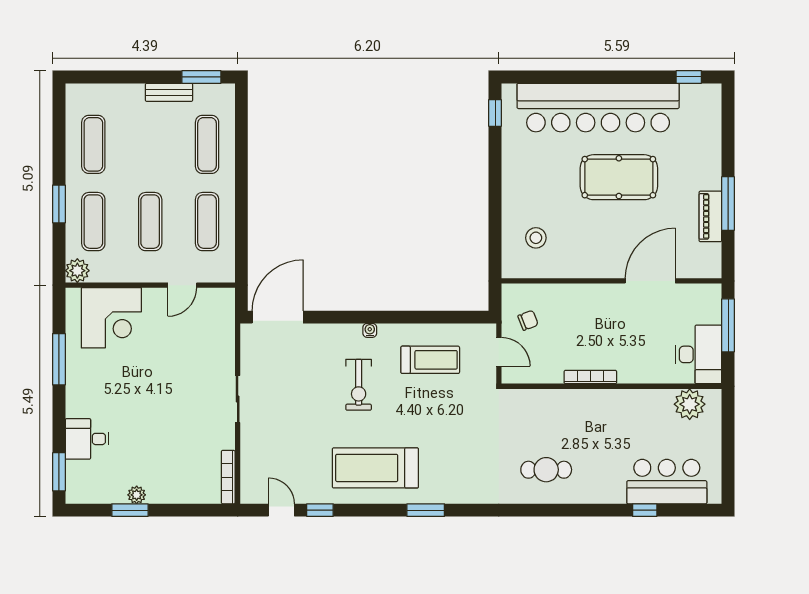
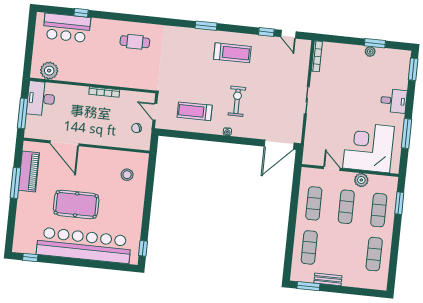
window: (59, 204) -> (399, 203), moved
piano: (710, 216) -> (29, 172), width x1.37, depth x1.33
plant: (77, 271) -> (361, 180), moved
door: (650, 281) -> (64, 143), hinge flipped
door: (182, 285) -> (332, 169), hinge flipped
corner desk: (111, 318) -> (369, 147), width x1.36, depth x1.36
desk: (87, 439) -> (394, 101), moved
treadmill: (375, 468) -> (232, 53), width x0.73, depth x0.73

